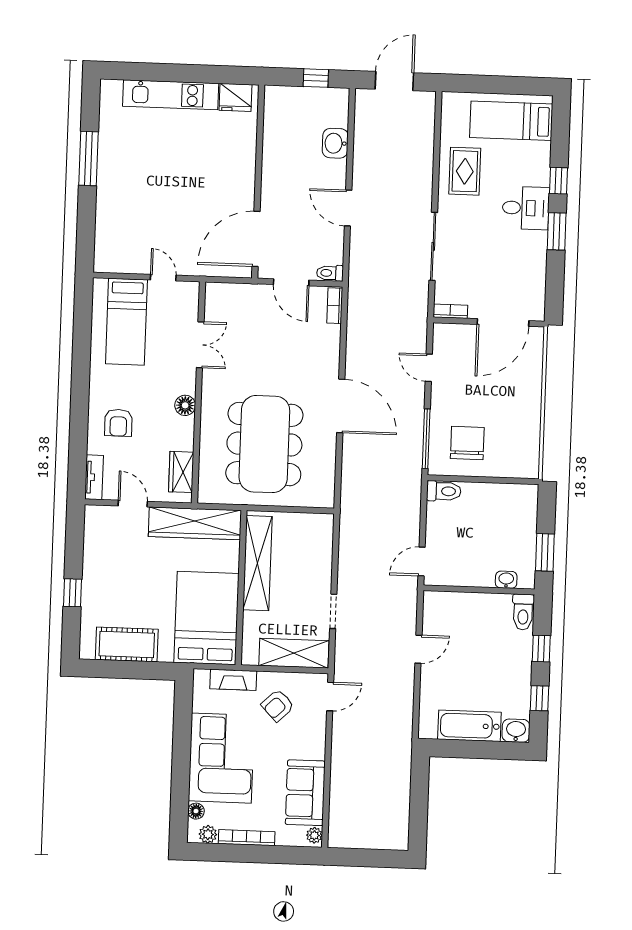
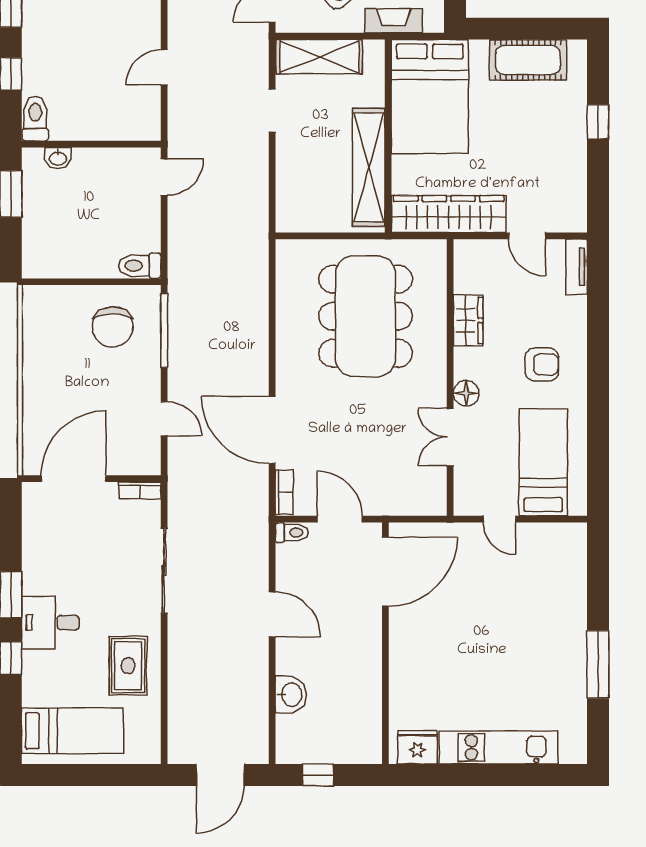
floor lamp: (185, 405) -> (466, 393), moved
door: (341, 406) -> (272, 430), moved
armchair: (118, 423) -> (542, 364), moved, turned 90
wardrobe: (181, 472) -> (468, 320), moved

